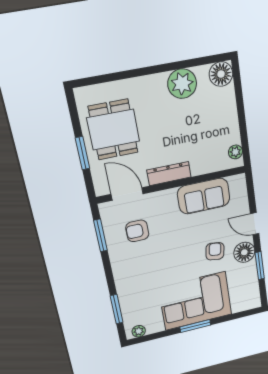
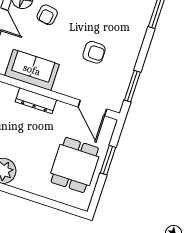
dresser: (169, 174) -> (36, 101), moved
armchair: (137, 231) -> (94, 52), moved

